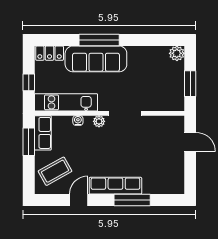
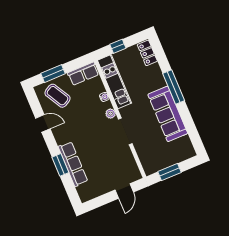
plant: (177, 53) -> (189, 152), removed
sofa: (96, 59) -> (168, 114), moved
window: (29, 142) -> (53, 74), moved
row of seats: (115, 186) -> (73, 164), moved
window: (132, 200) -> (60, 165), width x0.69

